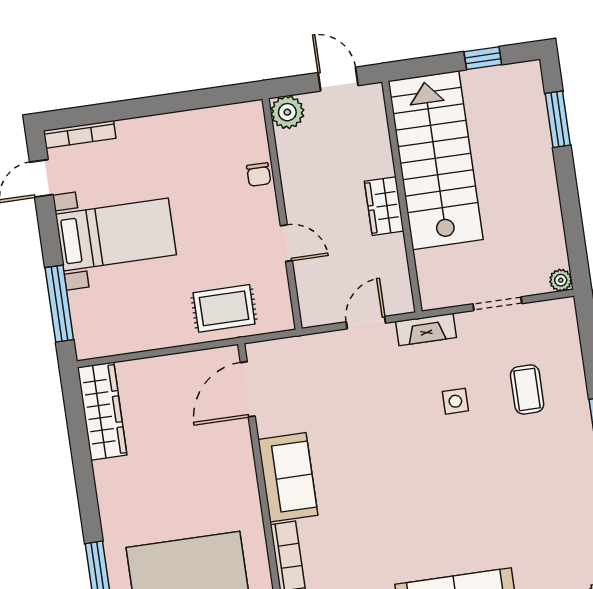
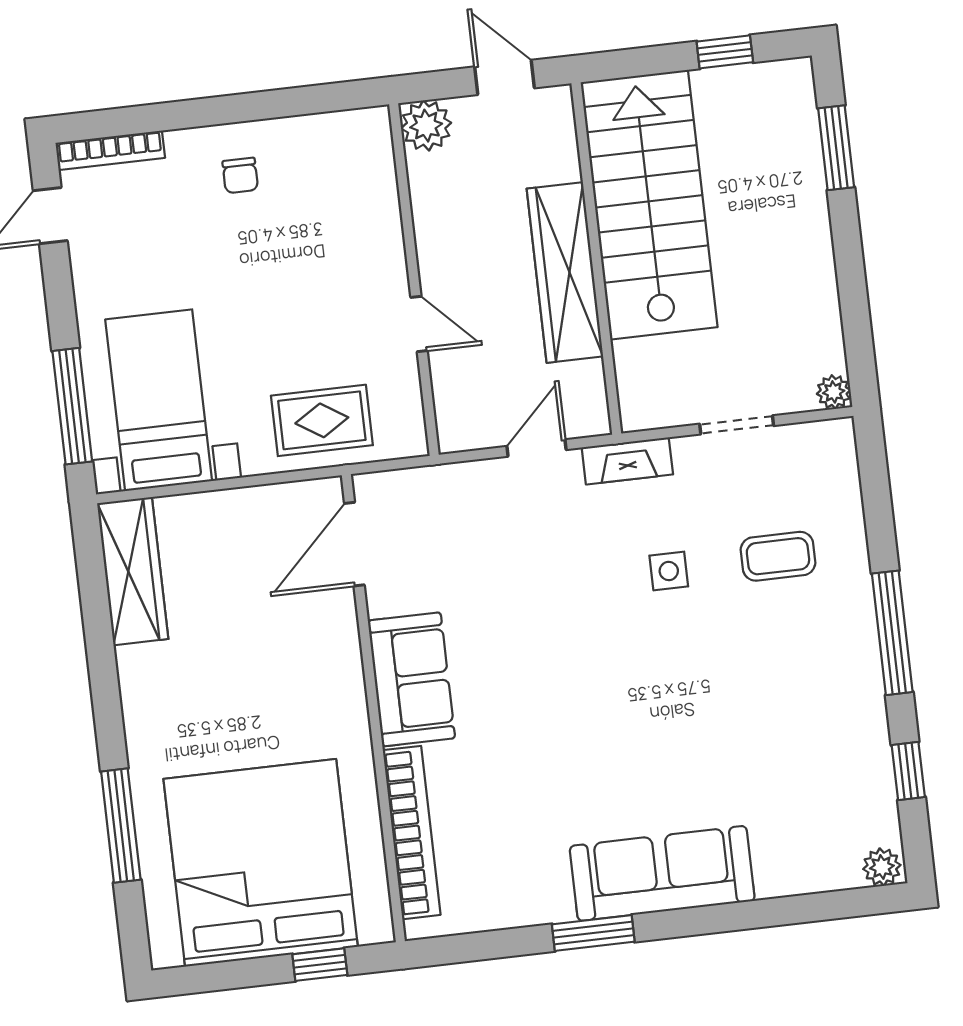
chair: (259, 174) -> (240, 175), moved
wardrobe: (384, 206) -> (565, 273), width x2.10, depth x1.17
bed with nightstands: (116, 235) -> (159, 400), moved, turned -90
coffee table: (527, 389) -> (778, 556), turned 90

